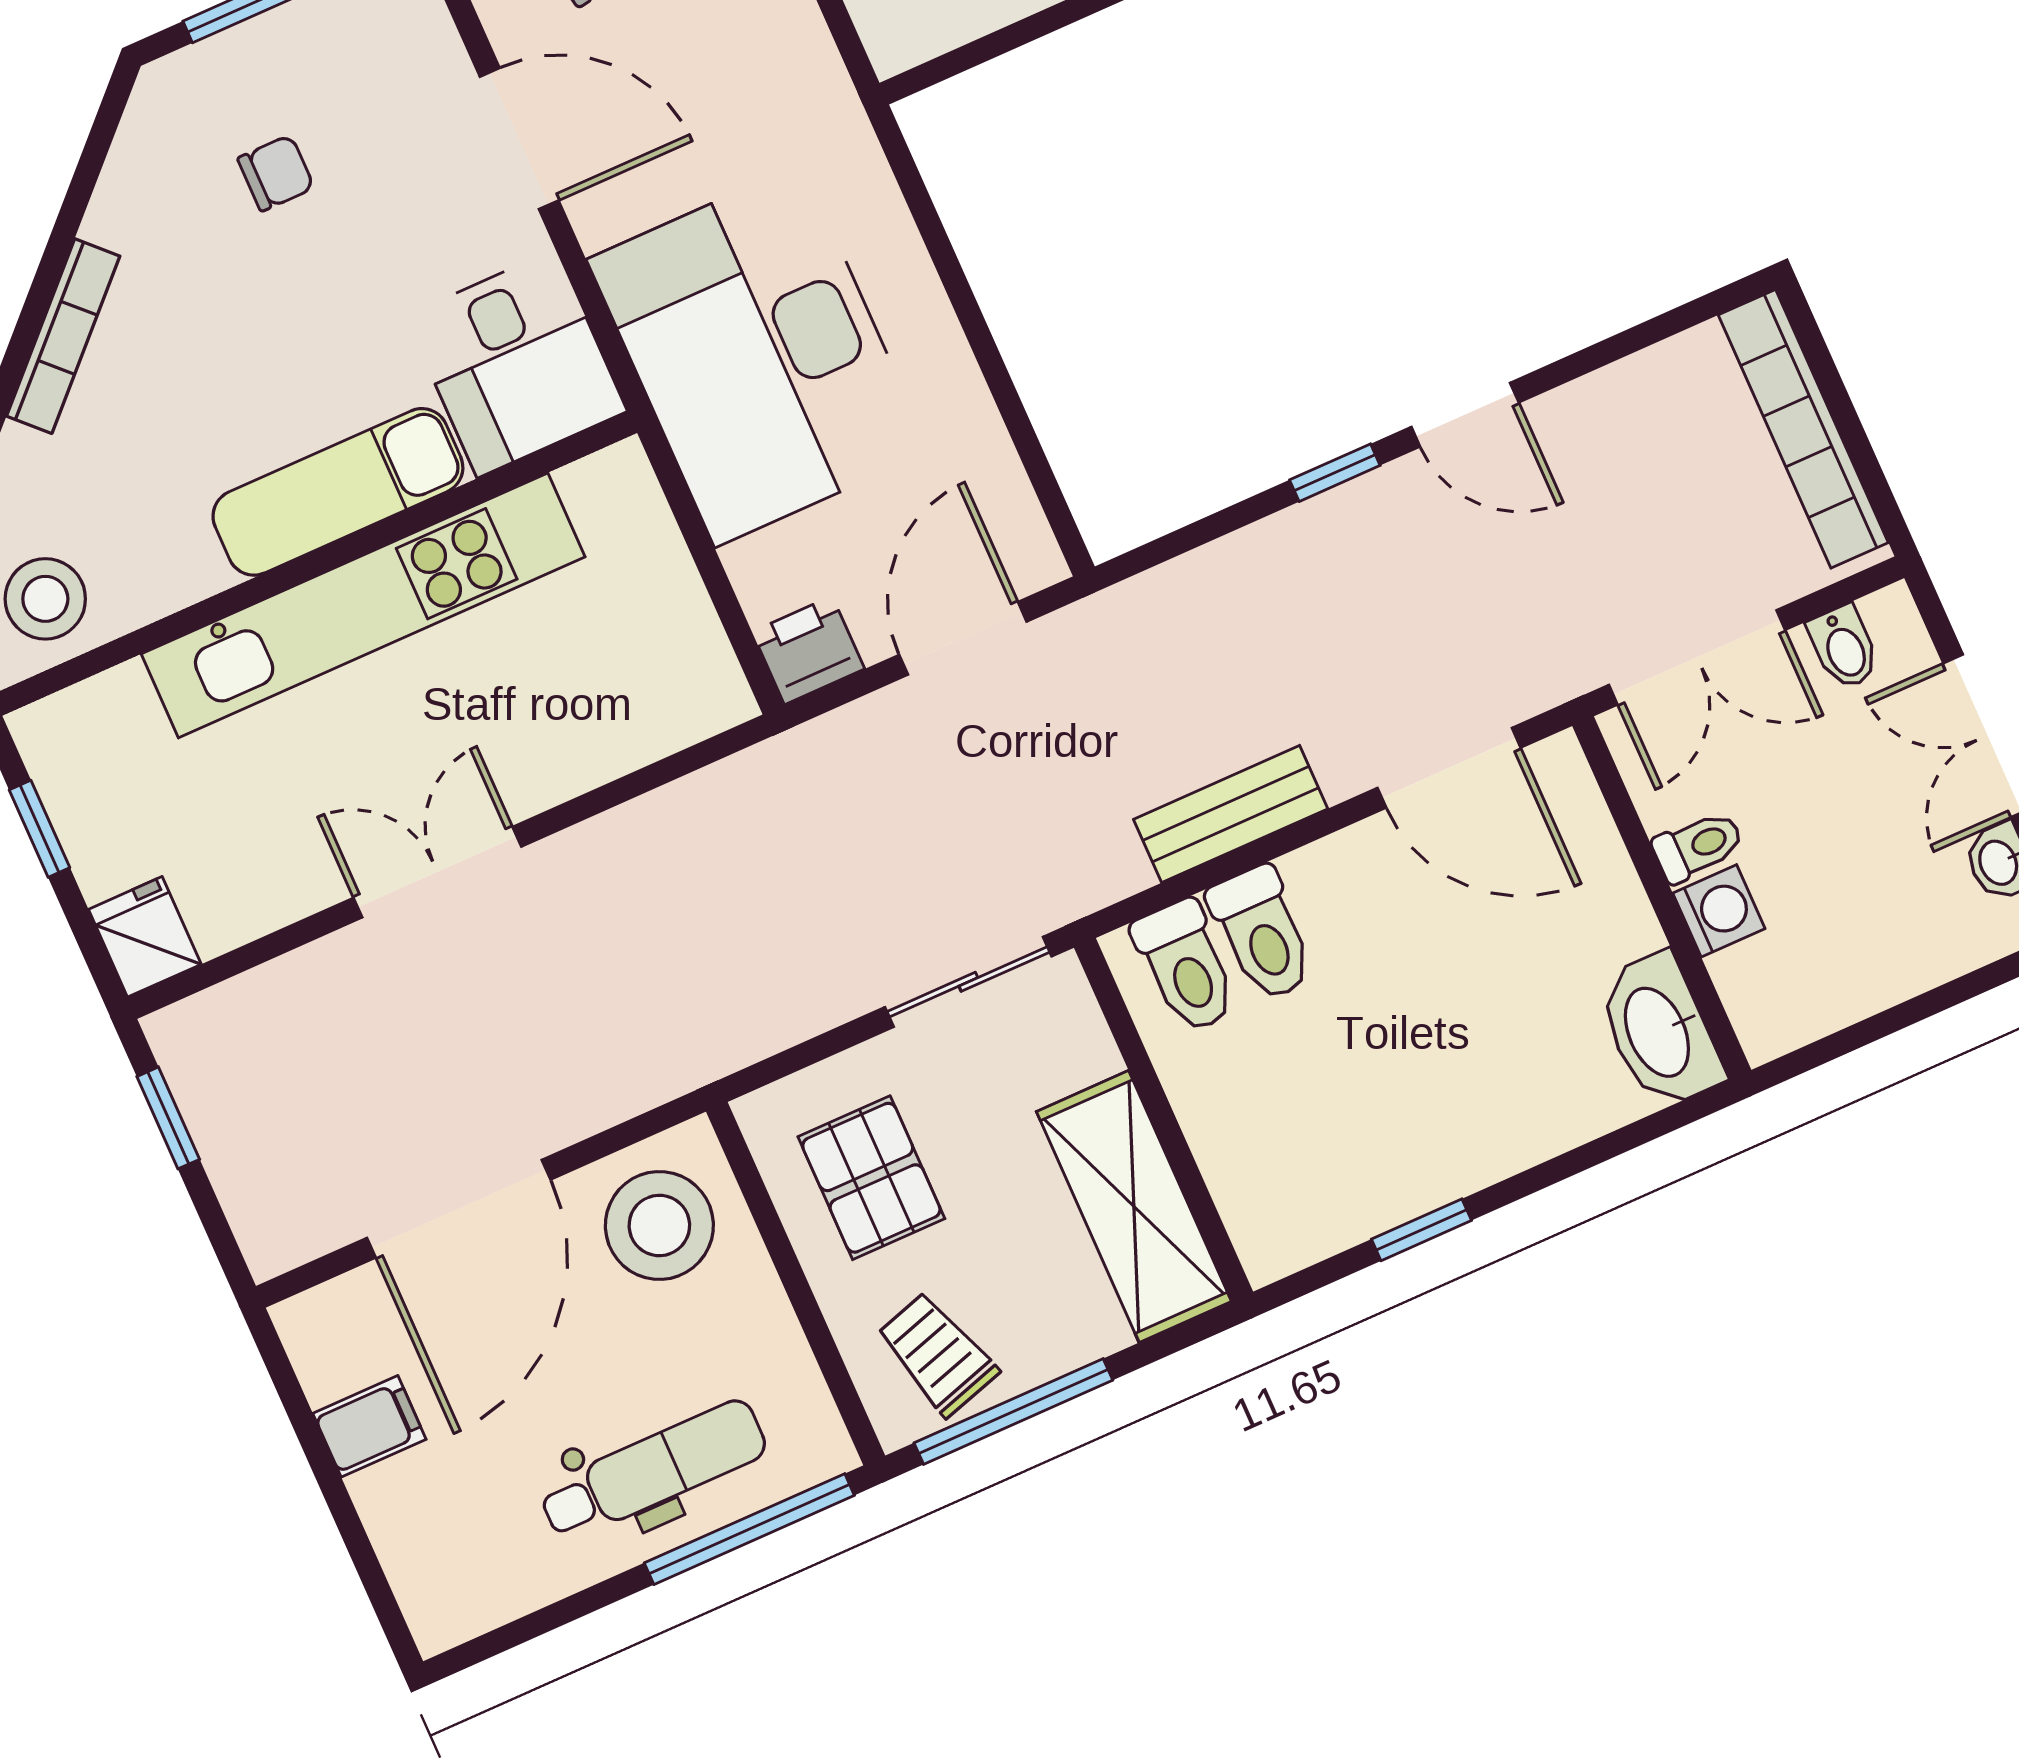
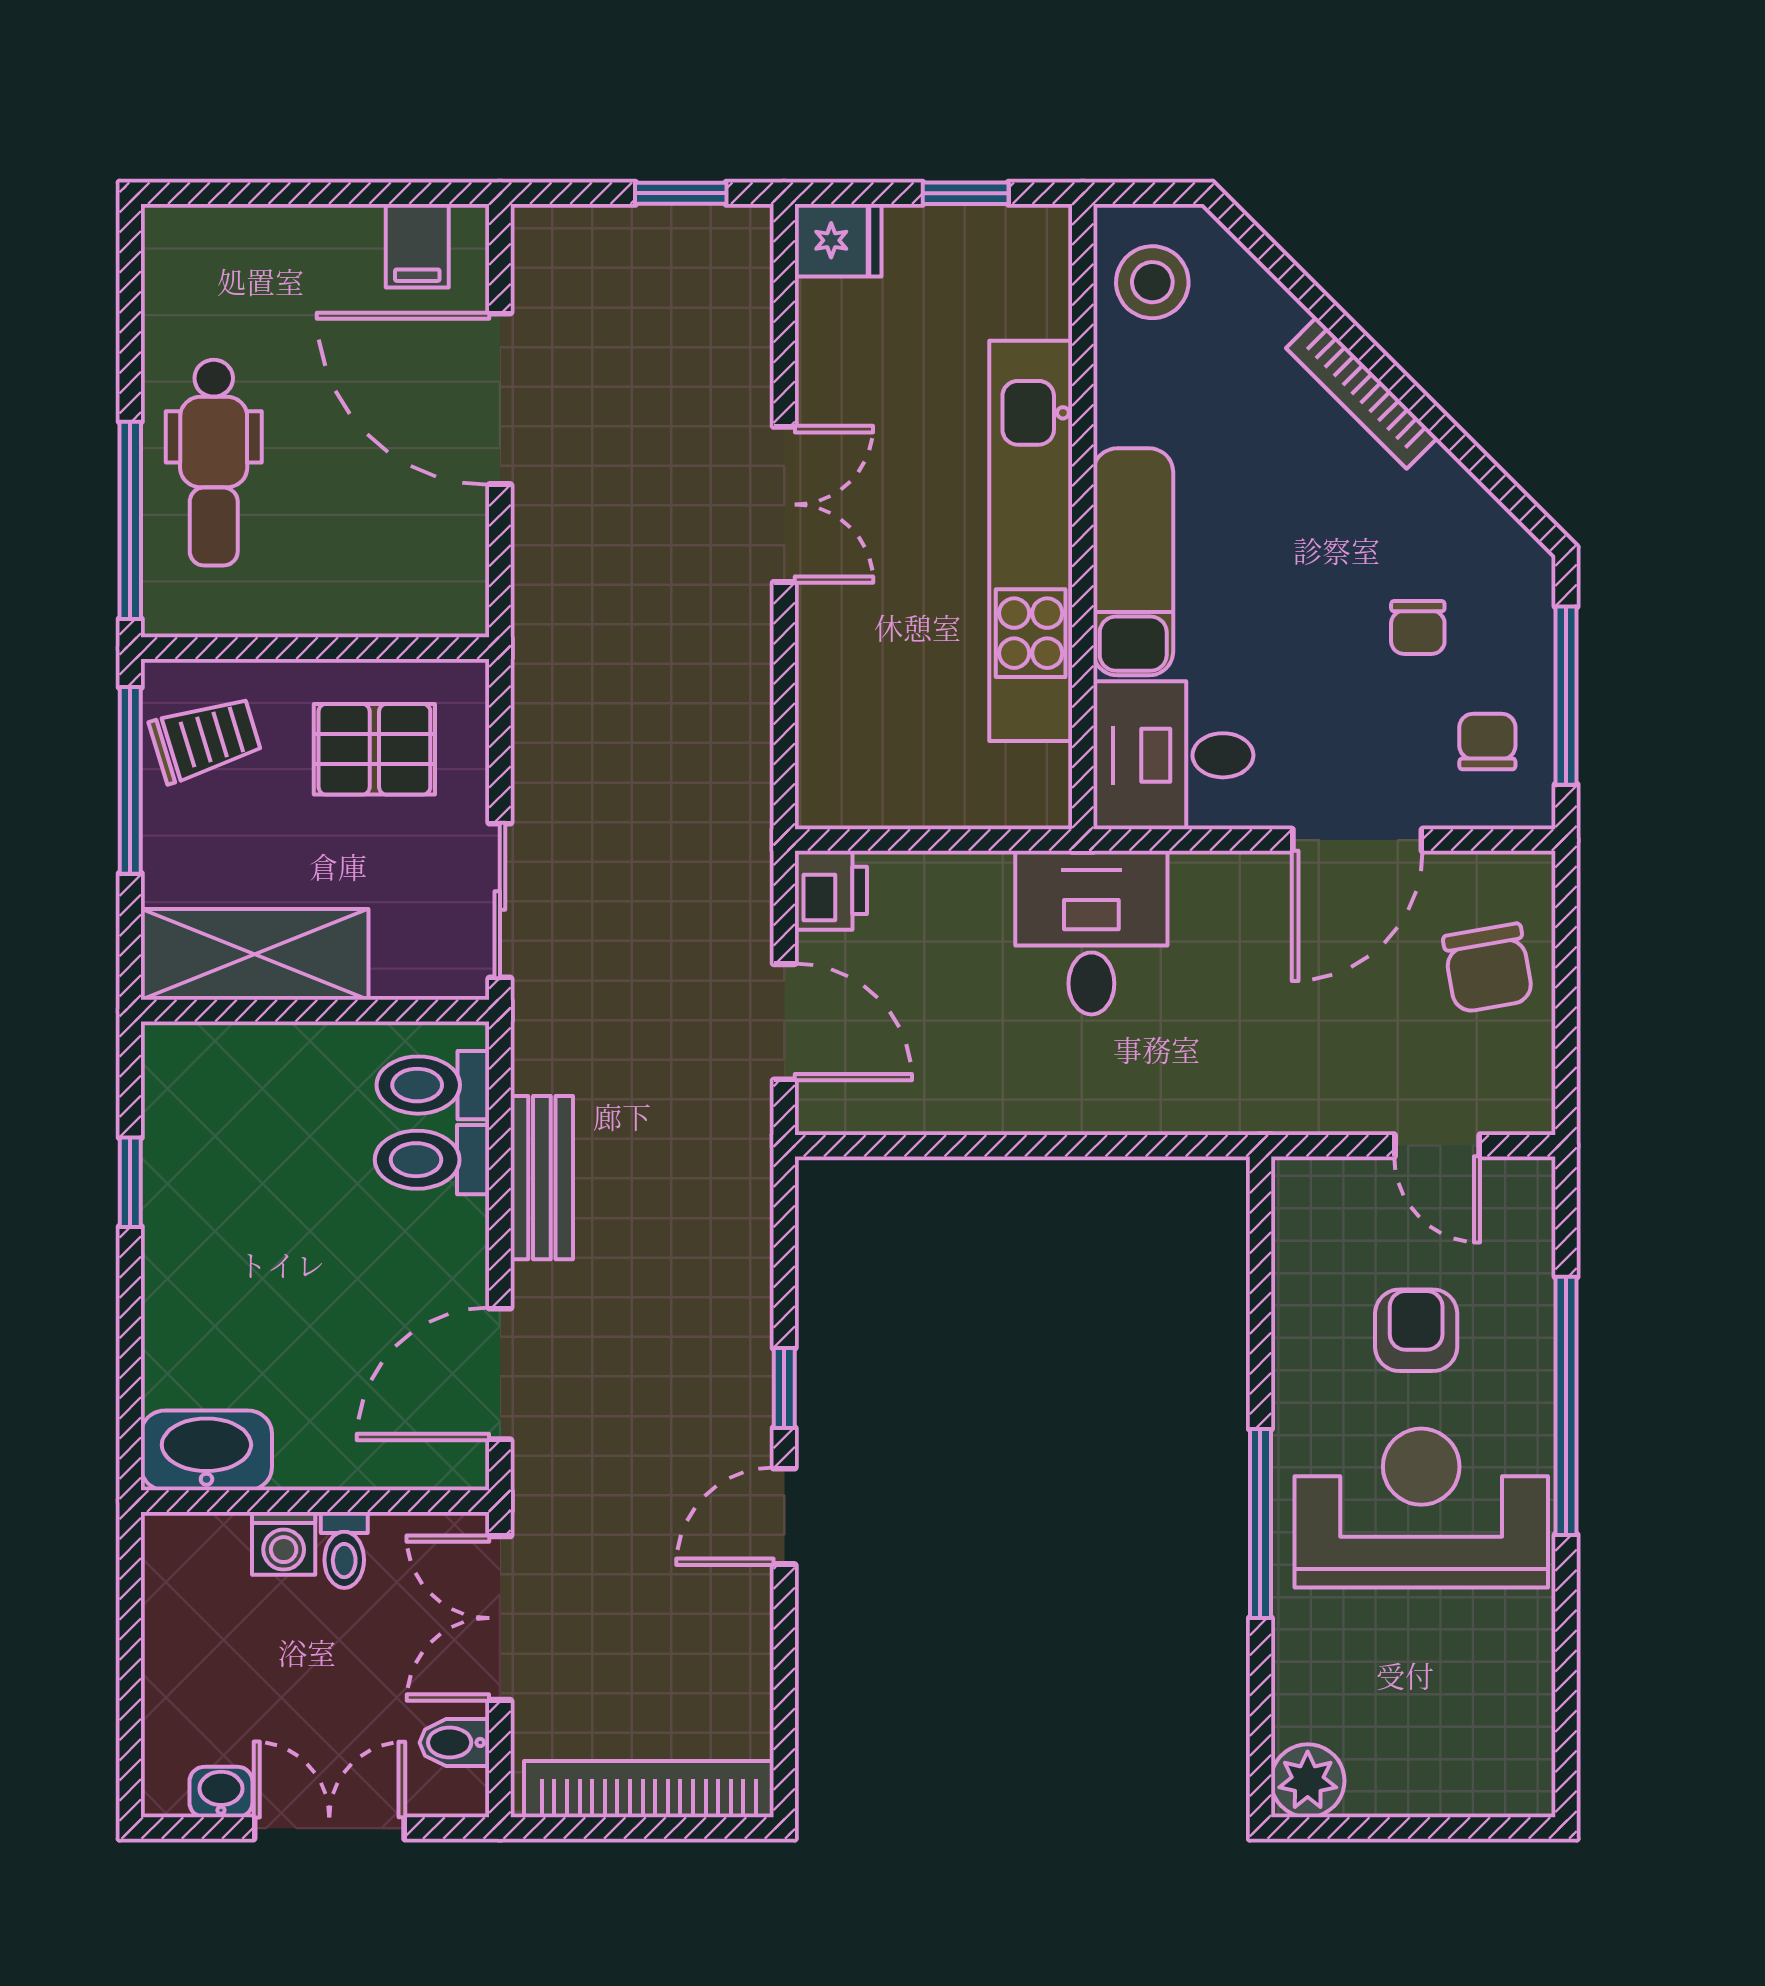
chair: (360, 51) -> (1487, 742), added
desk: (758, 356) -> (1091, 933), width x0.53, depth x0.77
stool: (659, 1225) -> (413, 558), removed
filing cabinet: (369, 1426) -> (417, 246), moved

